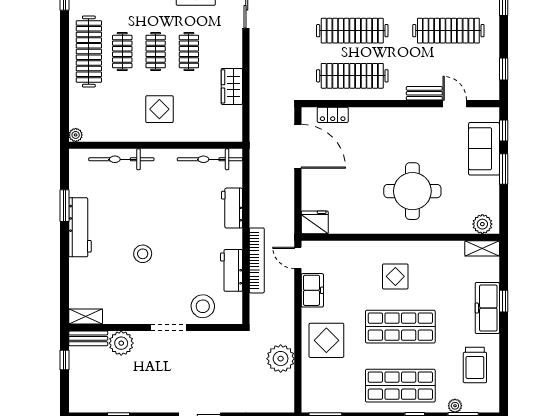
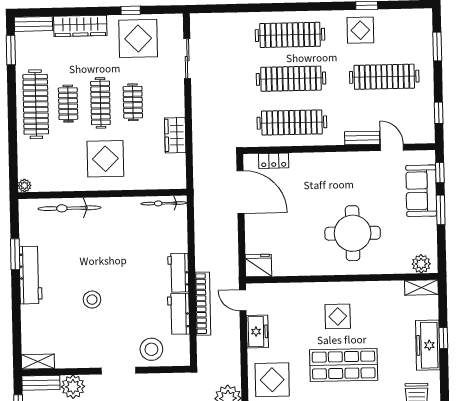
clothes rail: (156, 52) -> (100, 103), width x1.36
display table: (159, 109) -> (105, 159), width x1.36, depth x1.36
bicycle: (210, 159) -> (164, 203), width x0.73, depth x0.71
workbench: (232, 208) -> (178, 273), moved

